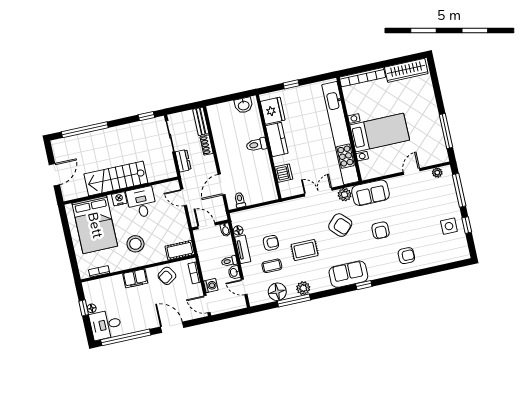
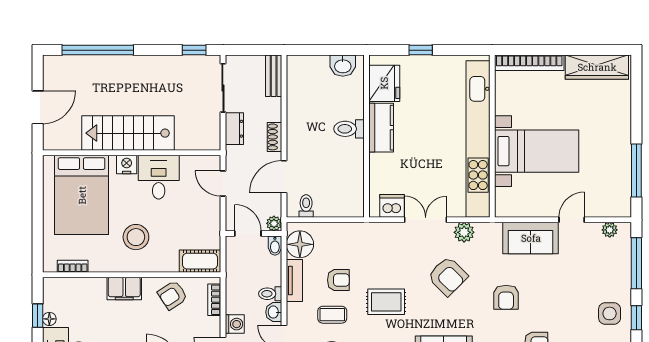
shoe rack: (207, 145) -> (274, 137), moved
dishwasher: (284, 173) -> (392, 206), moved, turned -90
sofa: (371, 193) -> (531, 238), moved
plant: (222, 216) -> (274, 223), added
floor lamp: (238, 230) -> (300, 244), width x1.89, depth x1.89

